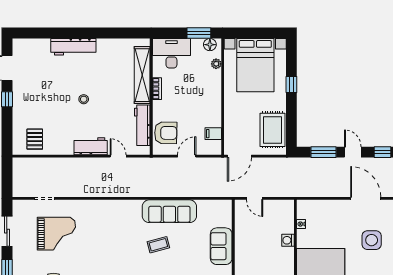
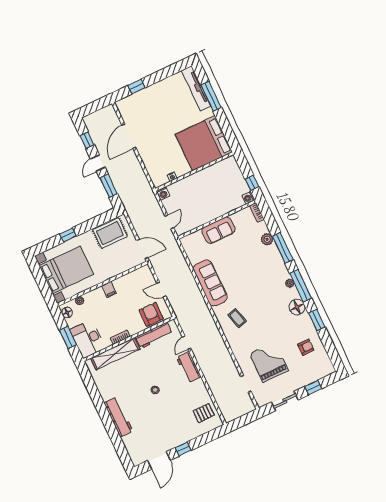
window: (199, 33) -> (68, 337), moved
filing cabinet: (213, 134) -> (109, 289), moved
washing machine: (288, 240) -> (163, 193), moved
side table: (372, 240) -> (159, 116), removed
coffee table: (158, 245) -> (237, 318), moved

